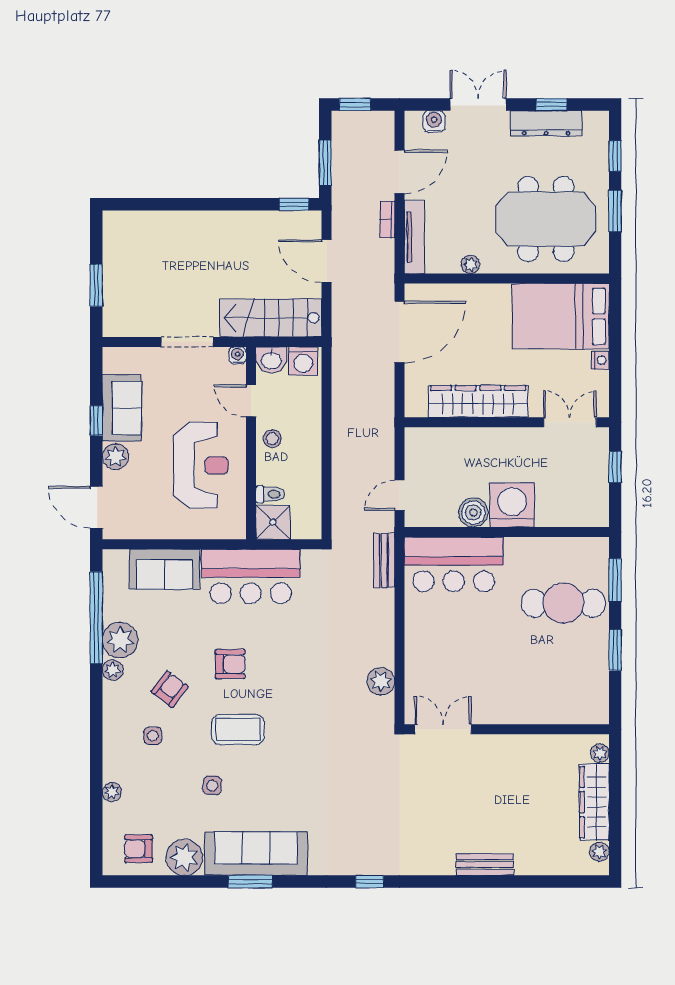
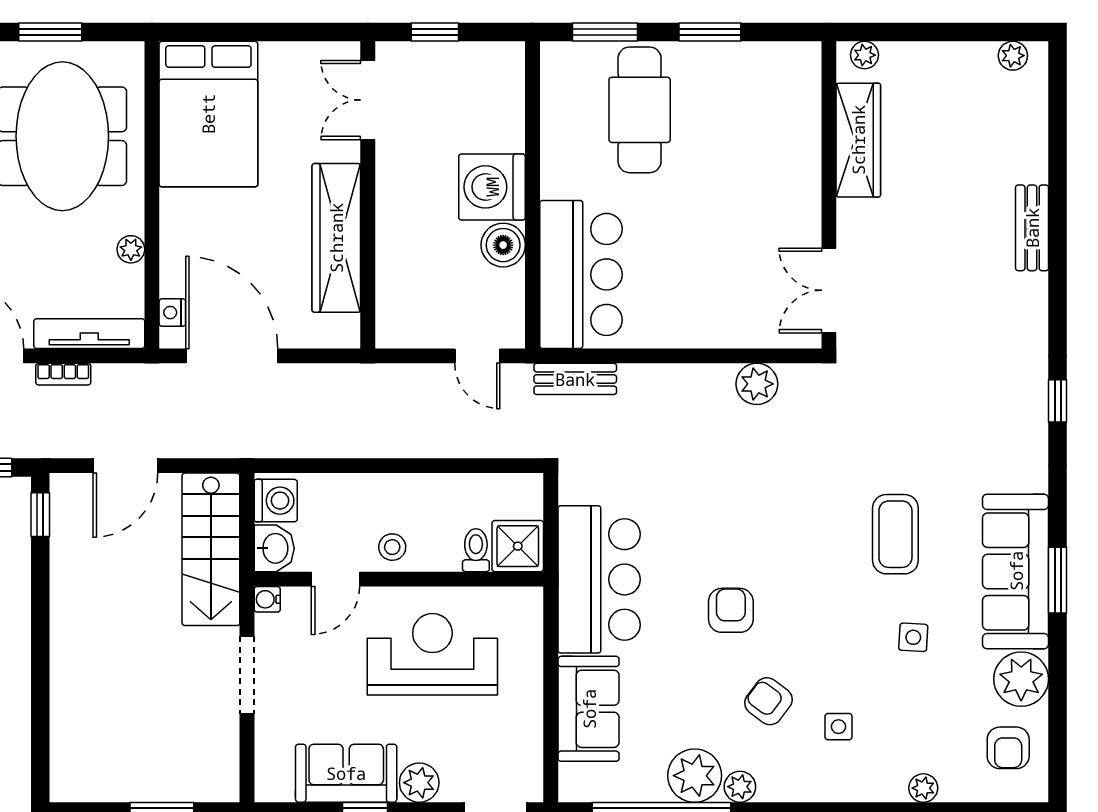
nightstand: (600, 360) -> (172, 313), moved, turned -90
coffee table: (238, 729) -> (895, 534), moved
wardrobe: (594, 802) -> (858, 140), moved, turned -90

